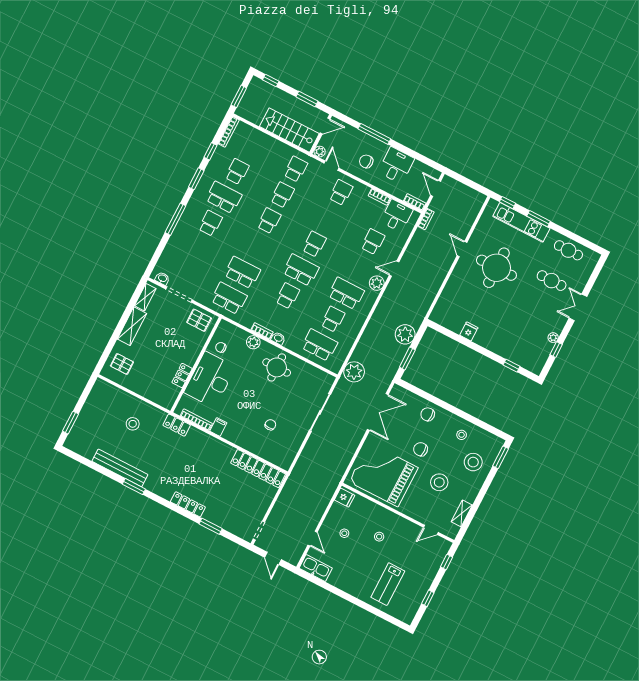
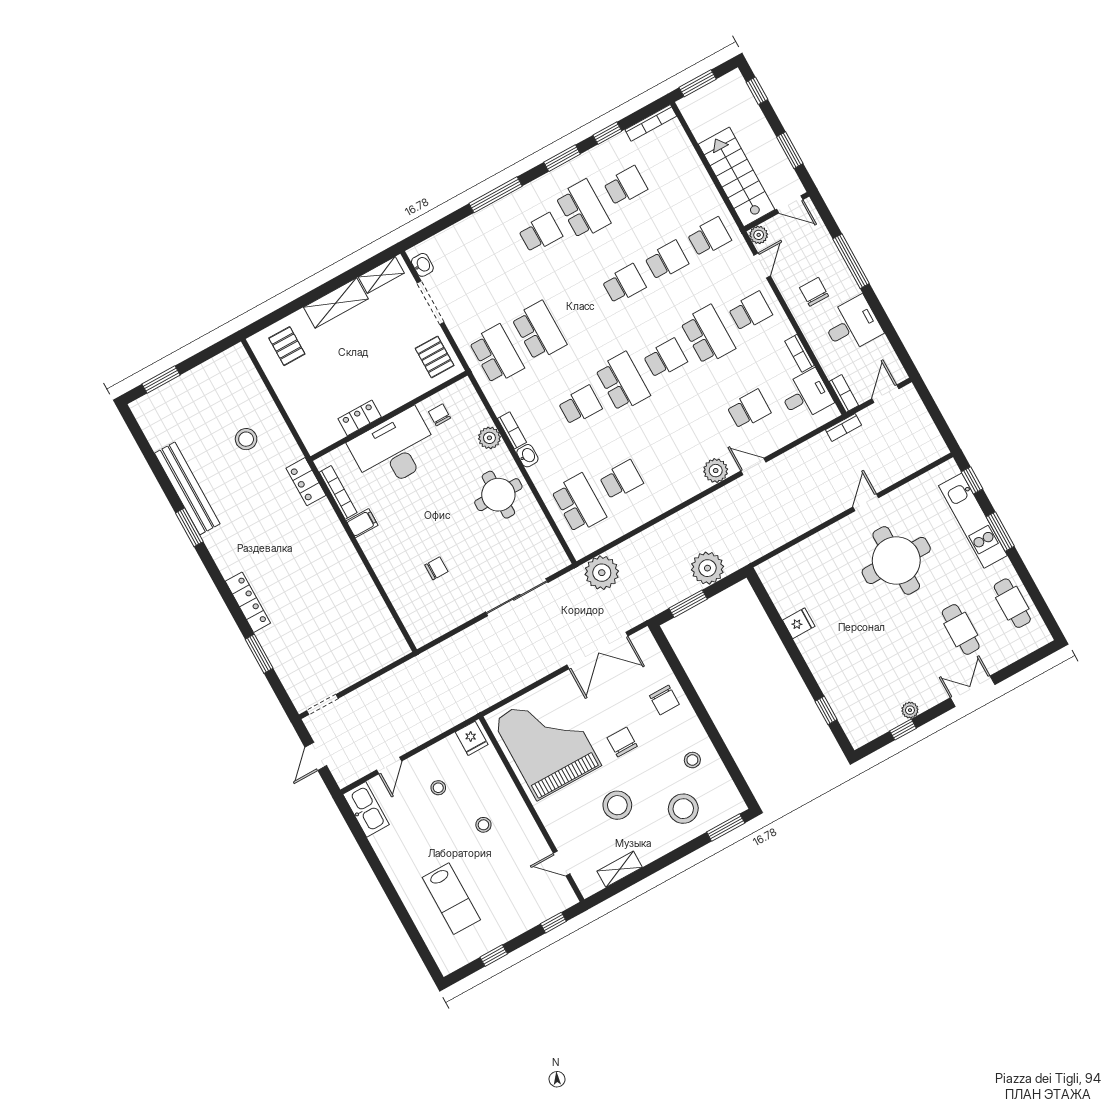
school desk: (346, 293) -> (708, 335), moved
chair: (428, 414) -> (664, 700), turned 180
locker: (258, 469) -> (379, 618), removed
lab bench: (388, 584) -> (451, 899), turned -90

